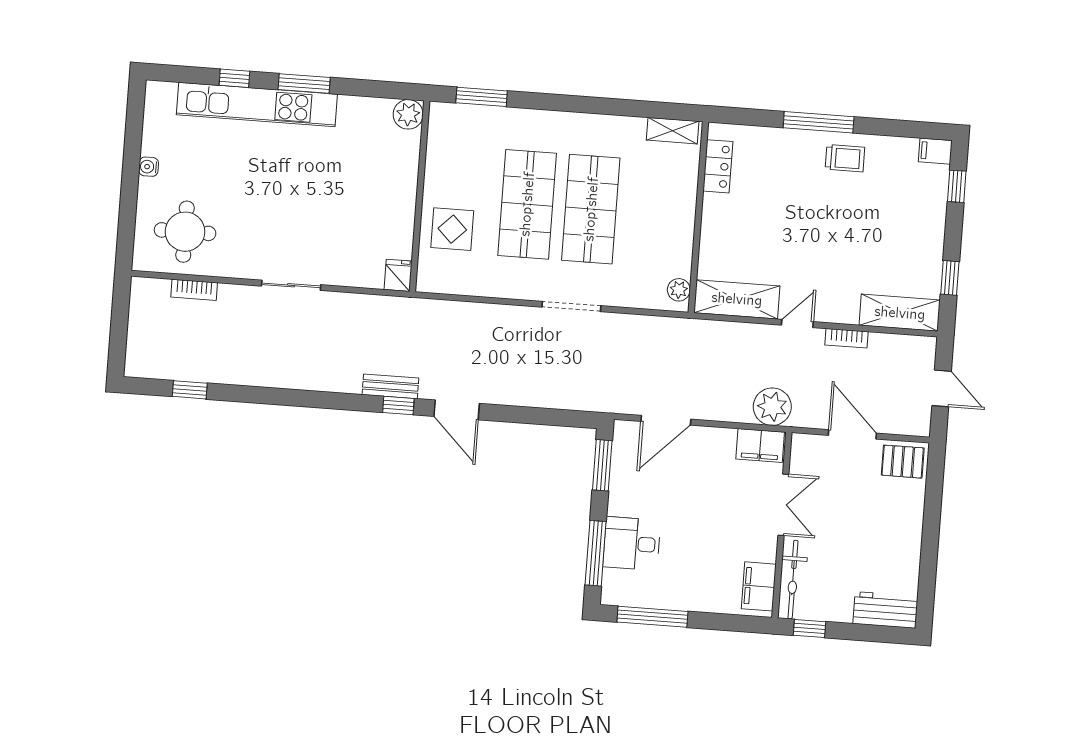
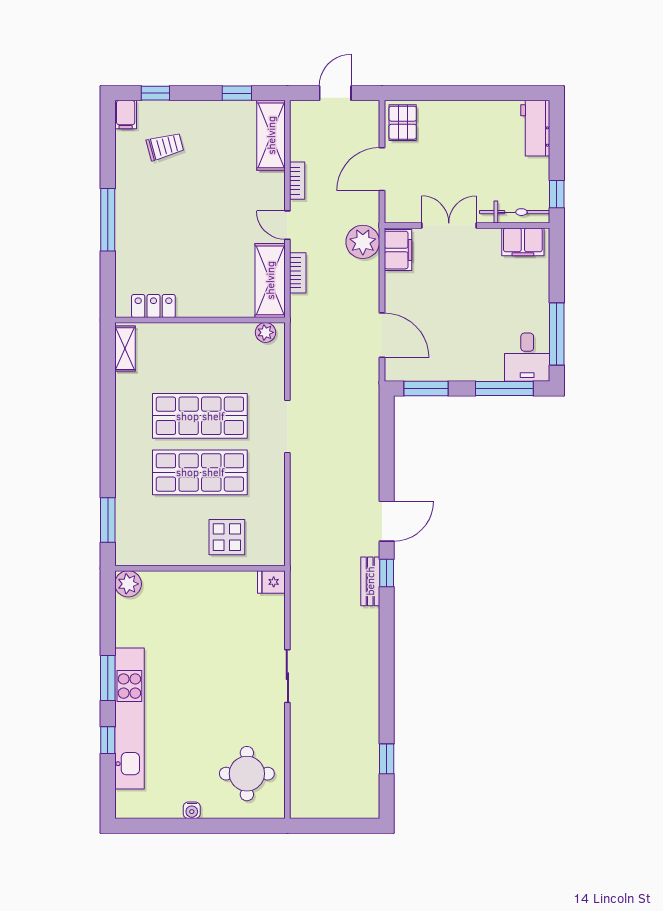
trolley: (845, 158) -> (165, 146), moved, turned 75
bookcase: (194, 290) -> (298, 273), moved
desk: (632, 544) -> (527, 357), moved

